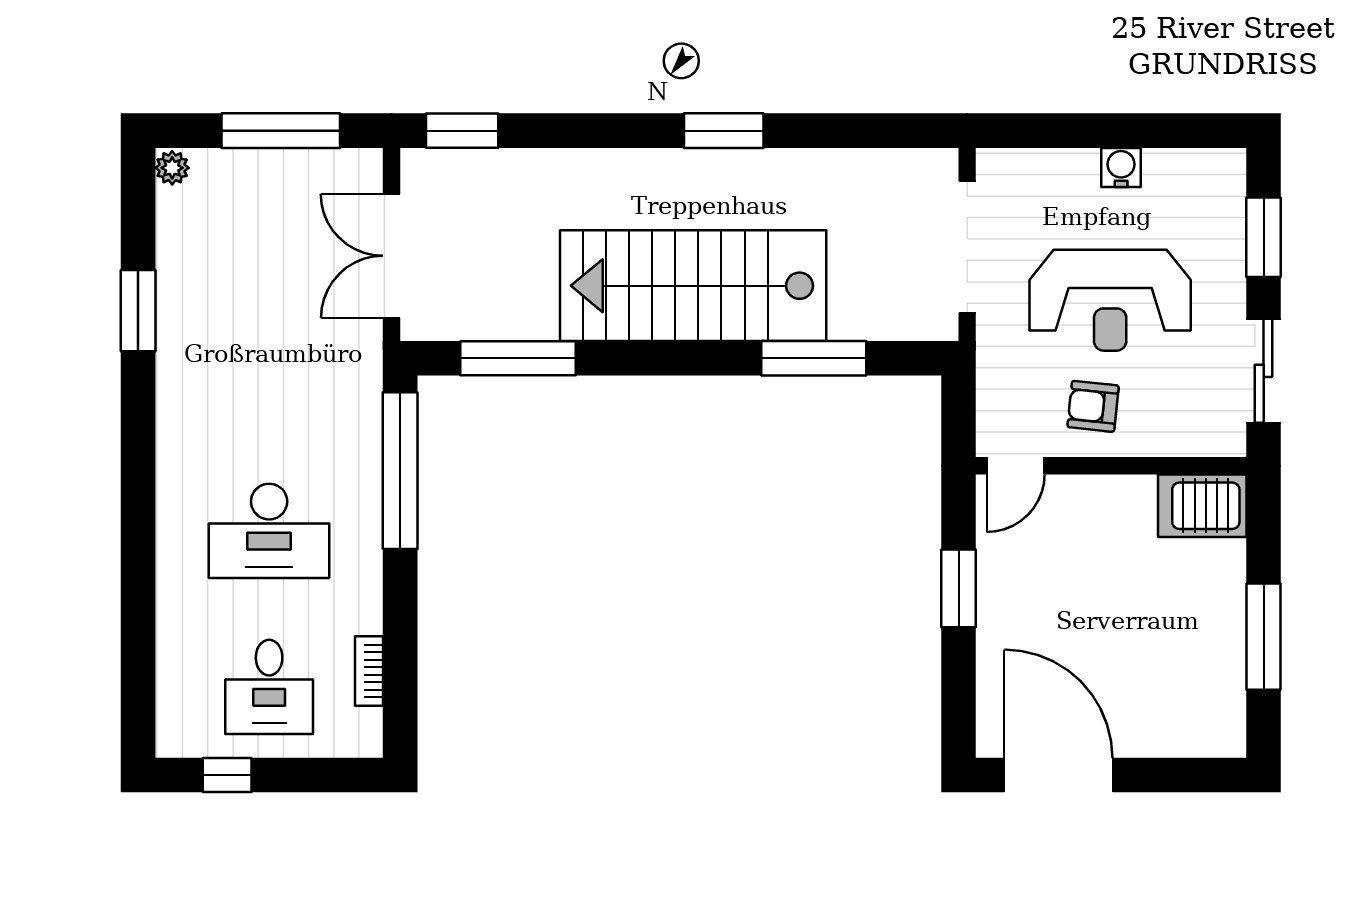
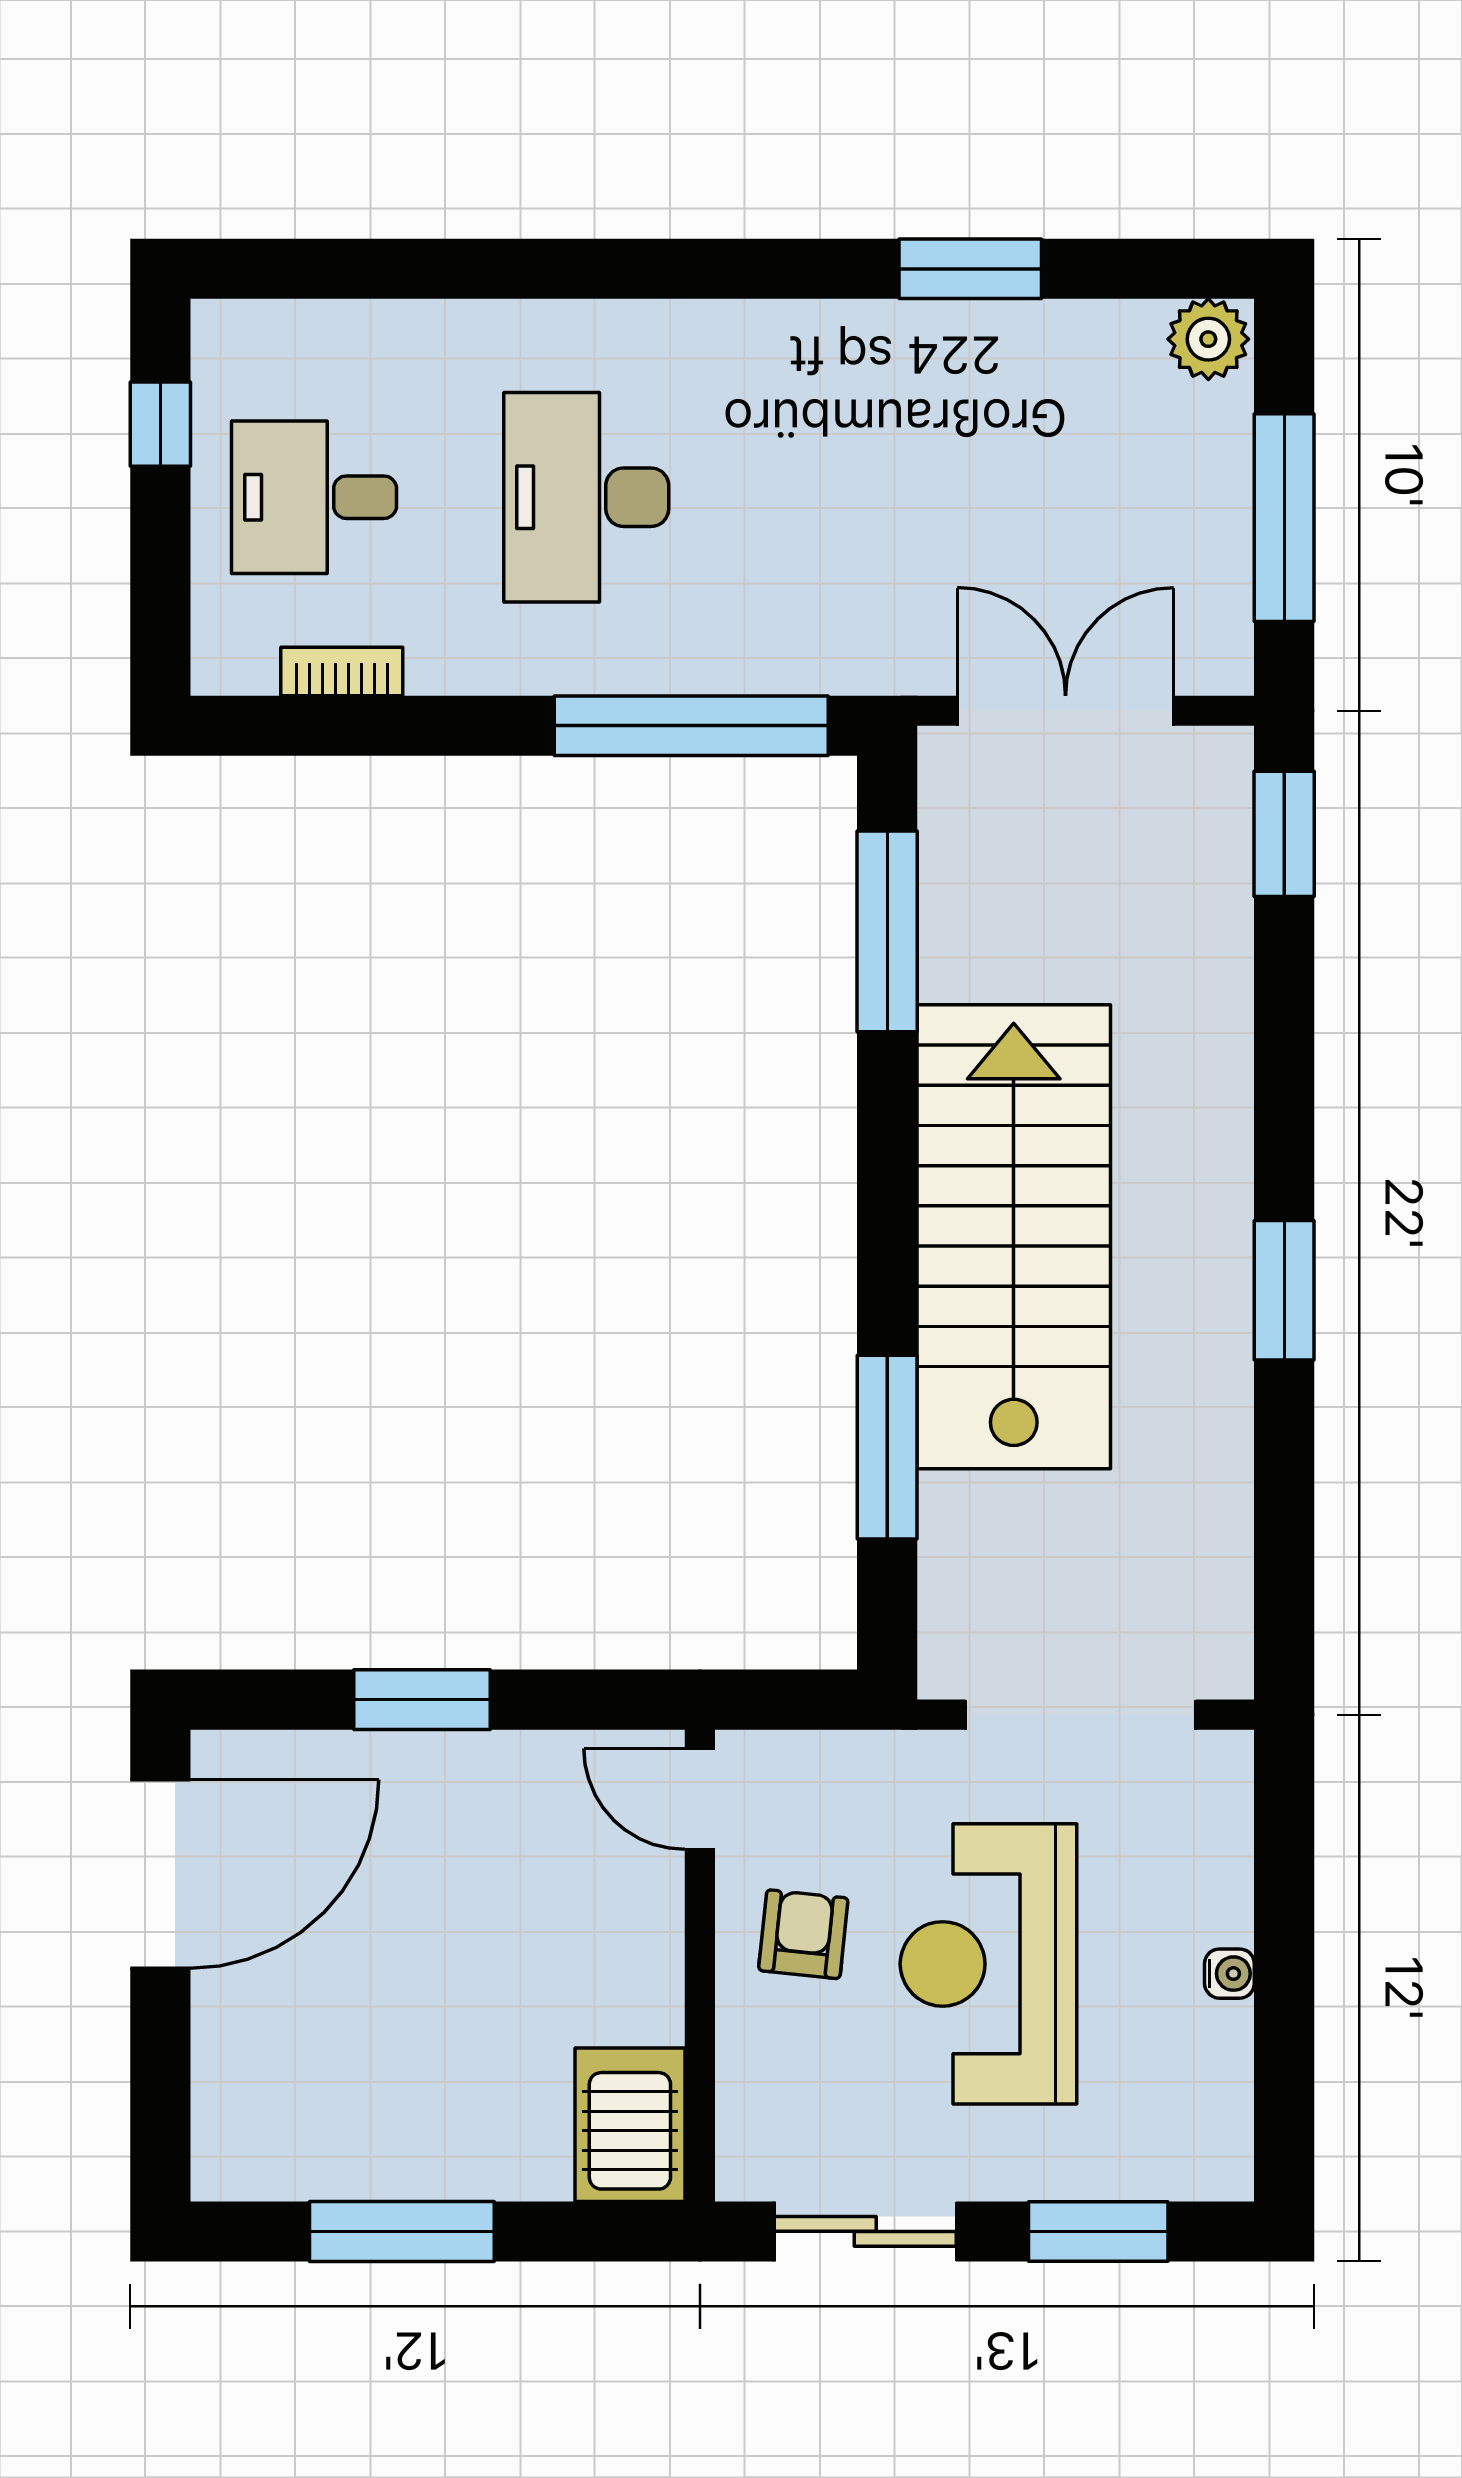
water cooler: (1121, 167) -> (1229, 1974), width x0.72, depth x0.72
plant: (172, 168) -> (1208, 339), width x1.38, depth x1.38
window: (959, 588) -> (422, 1700), moved

